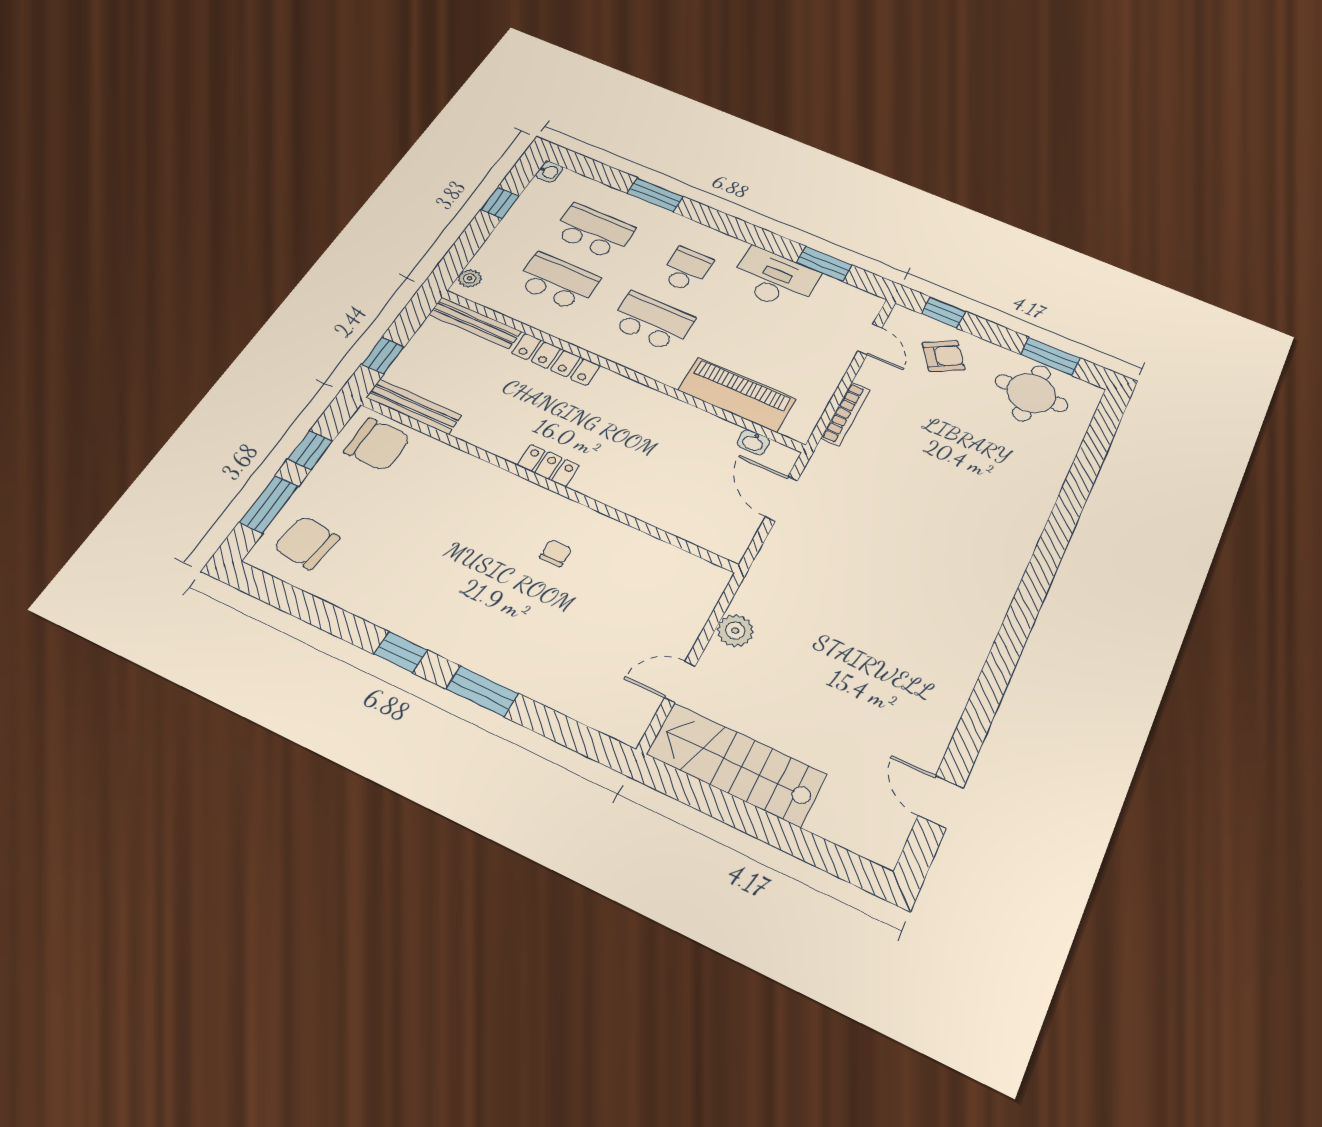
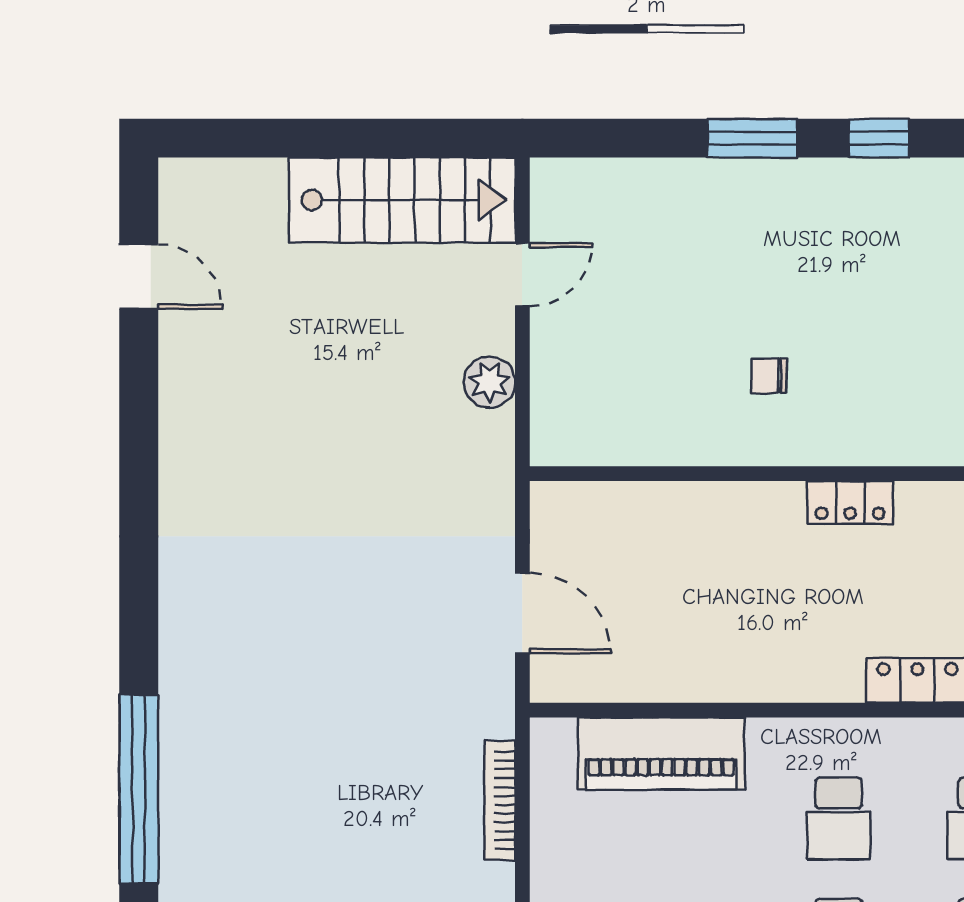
school desk: (652, 321) -> (839, 818), width x0.54
washbasin: (753, 442) -> (602, 685), removed
window: (1066, 514) -> (139, 789), added
chair: (556, 553) -> (769, 376), turned 90

